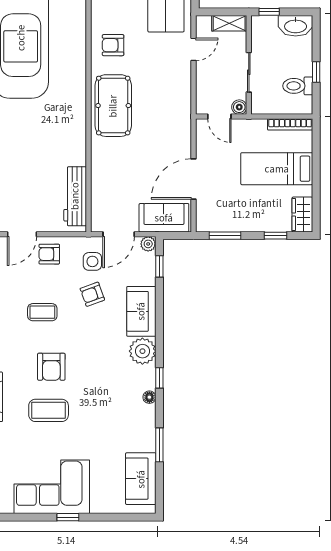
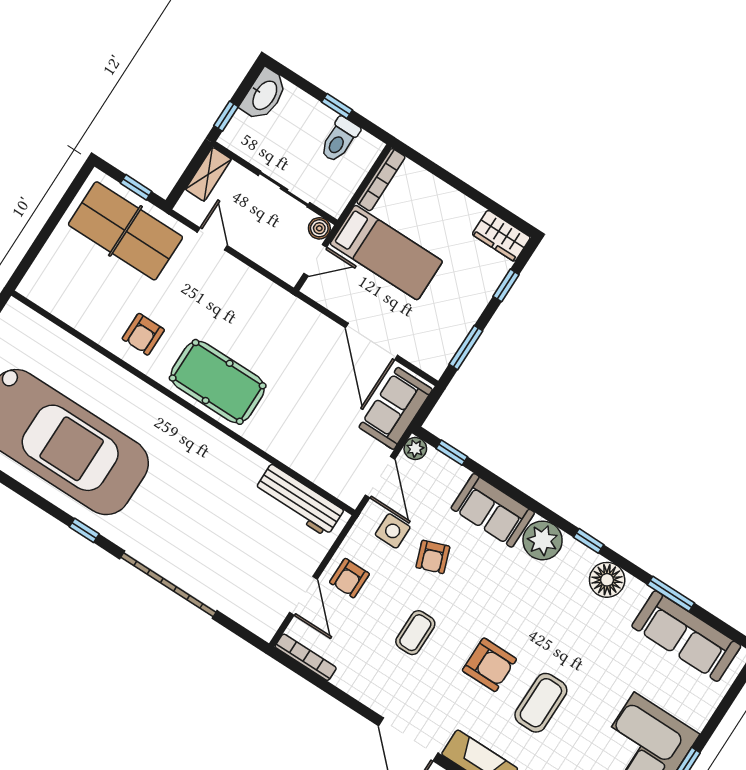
bed: (277, 169) -> (386, 253), moved, turned -90
floor lamp: (149, 397) -> (607, 580), width x1.89, depth x1.89
sofa: (141, 479) -> (686, 636), width x1.36

